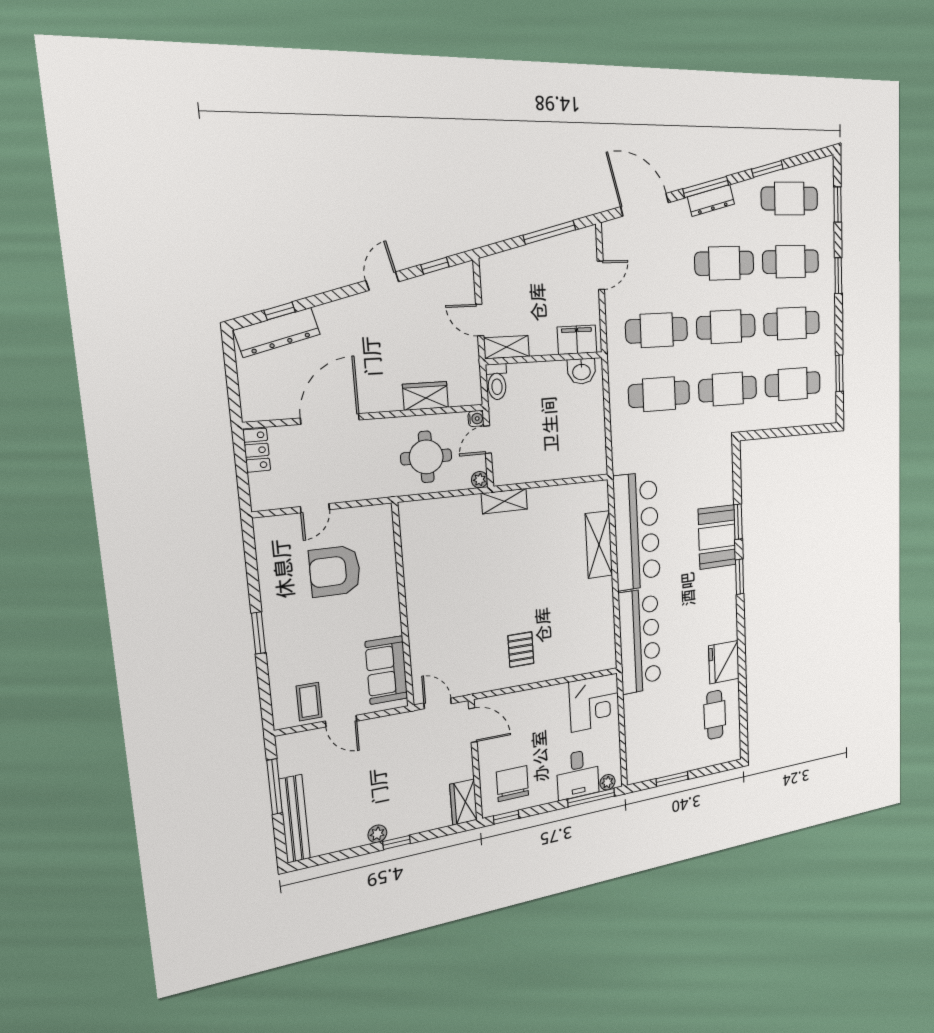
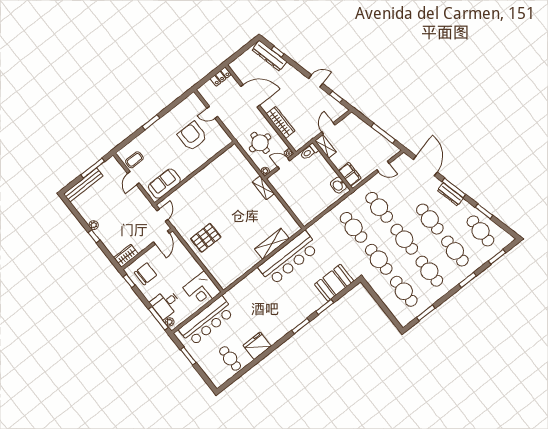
wardrobe: (426, 396) -> (281, 122), width x1.50
booth: (717, 537) -> (334, 283), moved
bar counter: (640, 641) -> (207, 321), moved
pallet: (521, 650) -> (206, 238), width x1.50, depth x1.42
cafe table: (715, 715) -> (230, 358), turned 90

